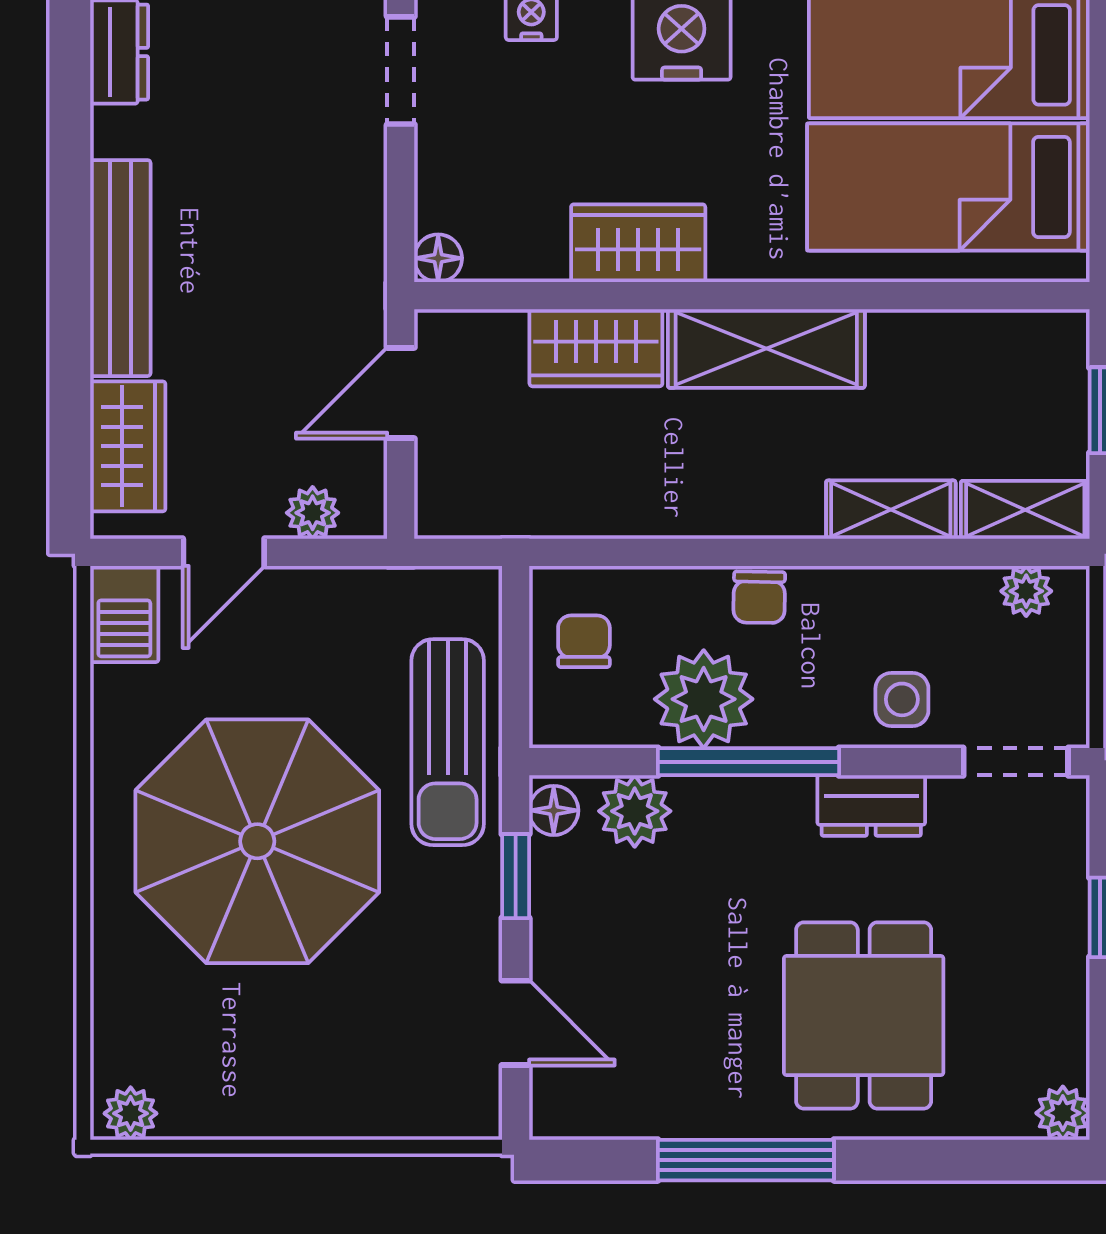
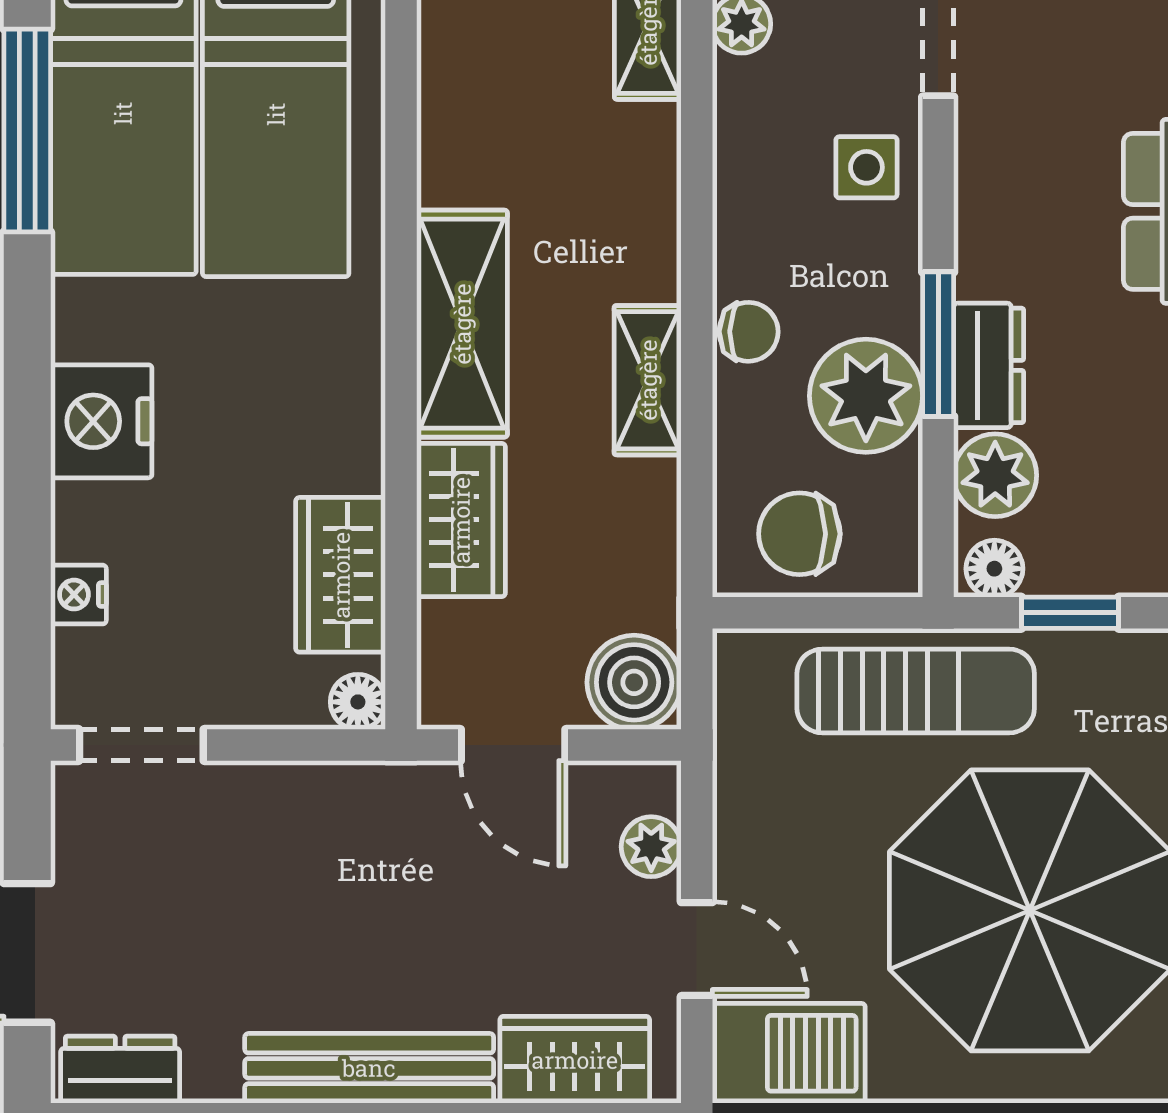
wardrobe: (638, 243) -> (341, 575), moved
boiler: (455, 498) -> (634, 682), added
shelving: (891, 510) -> (648, 380), moved
barbecue: (124, 614) -> (789, 1053), width x1.38, depth x1.27
chair: (584, 641) -> (799, 534), width x1.37, depth x1.37
window: (748, 762) -> (938, 344), width x0.69
dresser: (871, 805) -> (989, 365), moved

